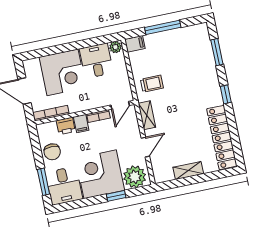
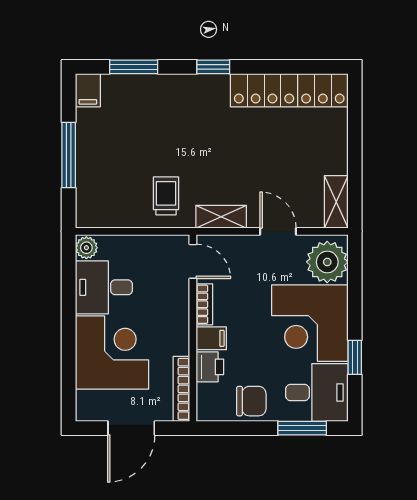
filing cabinet: (135, 44) -> (88, 90), moved, turned 180
shelving: (188, 171) -> (336, 202), moved
window: (116, 196) -> (355, 357), moved

